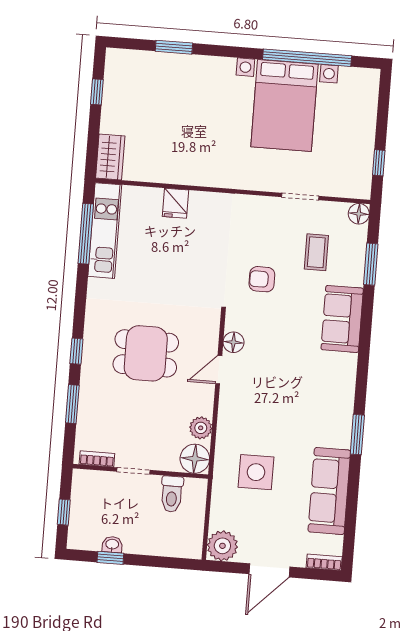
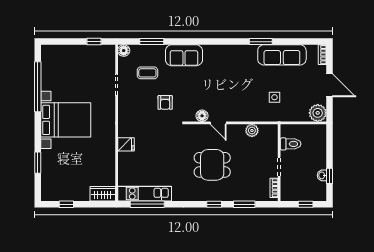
bed with nightstands: (284, 105) -> (66, 120), moved
fridge: (175, 203) -> (126, 144), moved
dining table: (146, 353) -> (212, 165), turned 90
window: (357, 435) -> (261, 42), moved
floor lamp: (195, 459) -> (270, 132), removed
side table: (256, 472) -> (275, 97), width x0.54, depth x0.54

